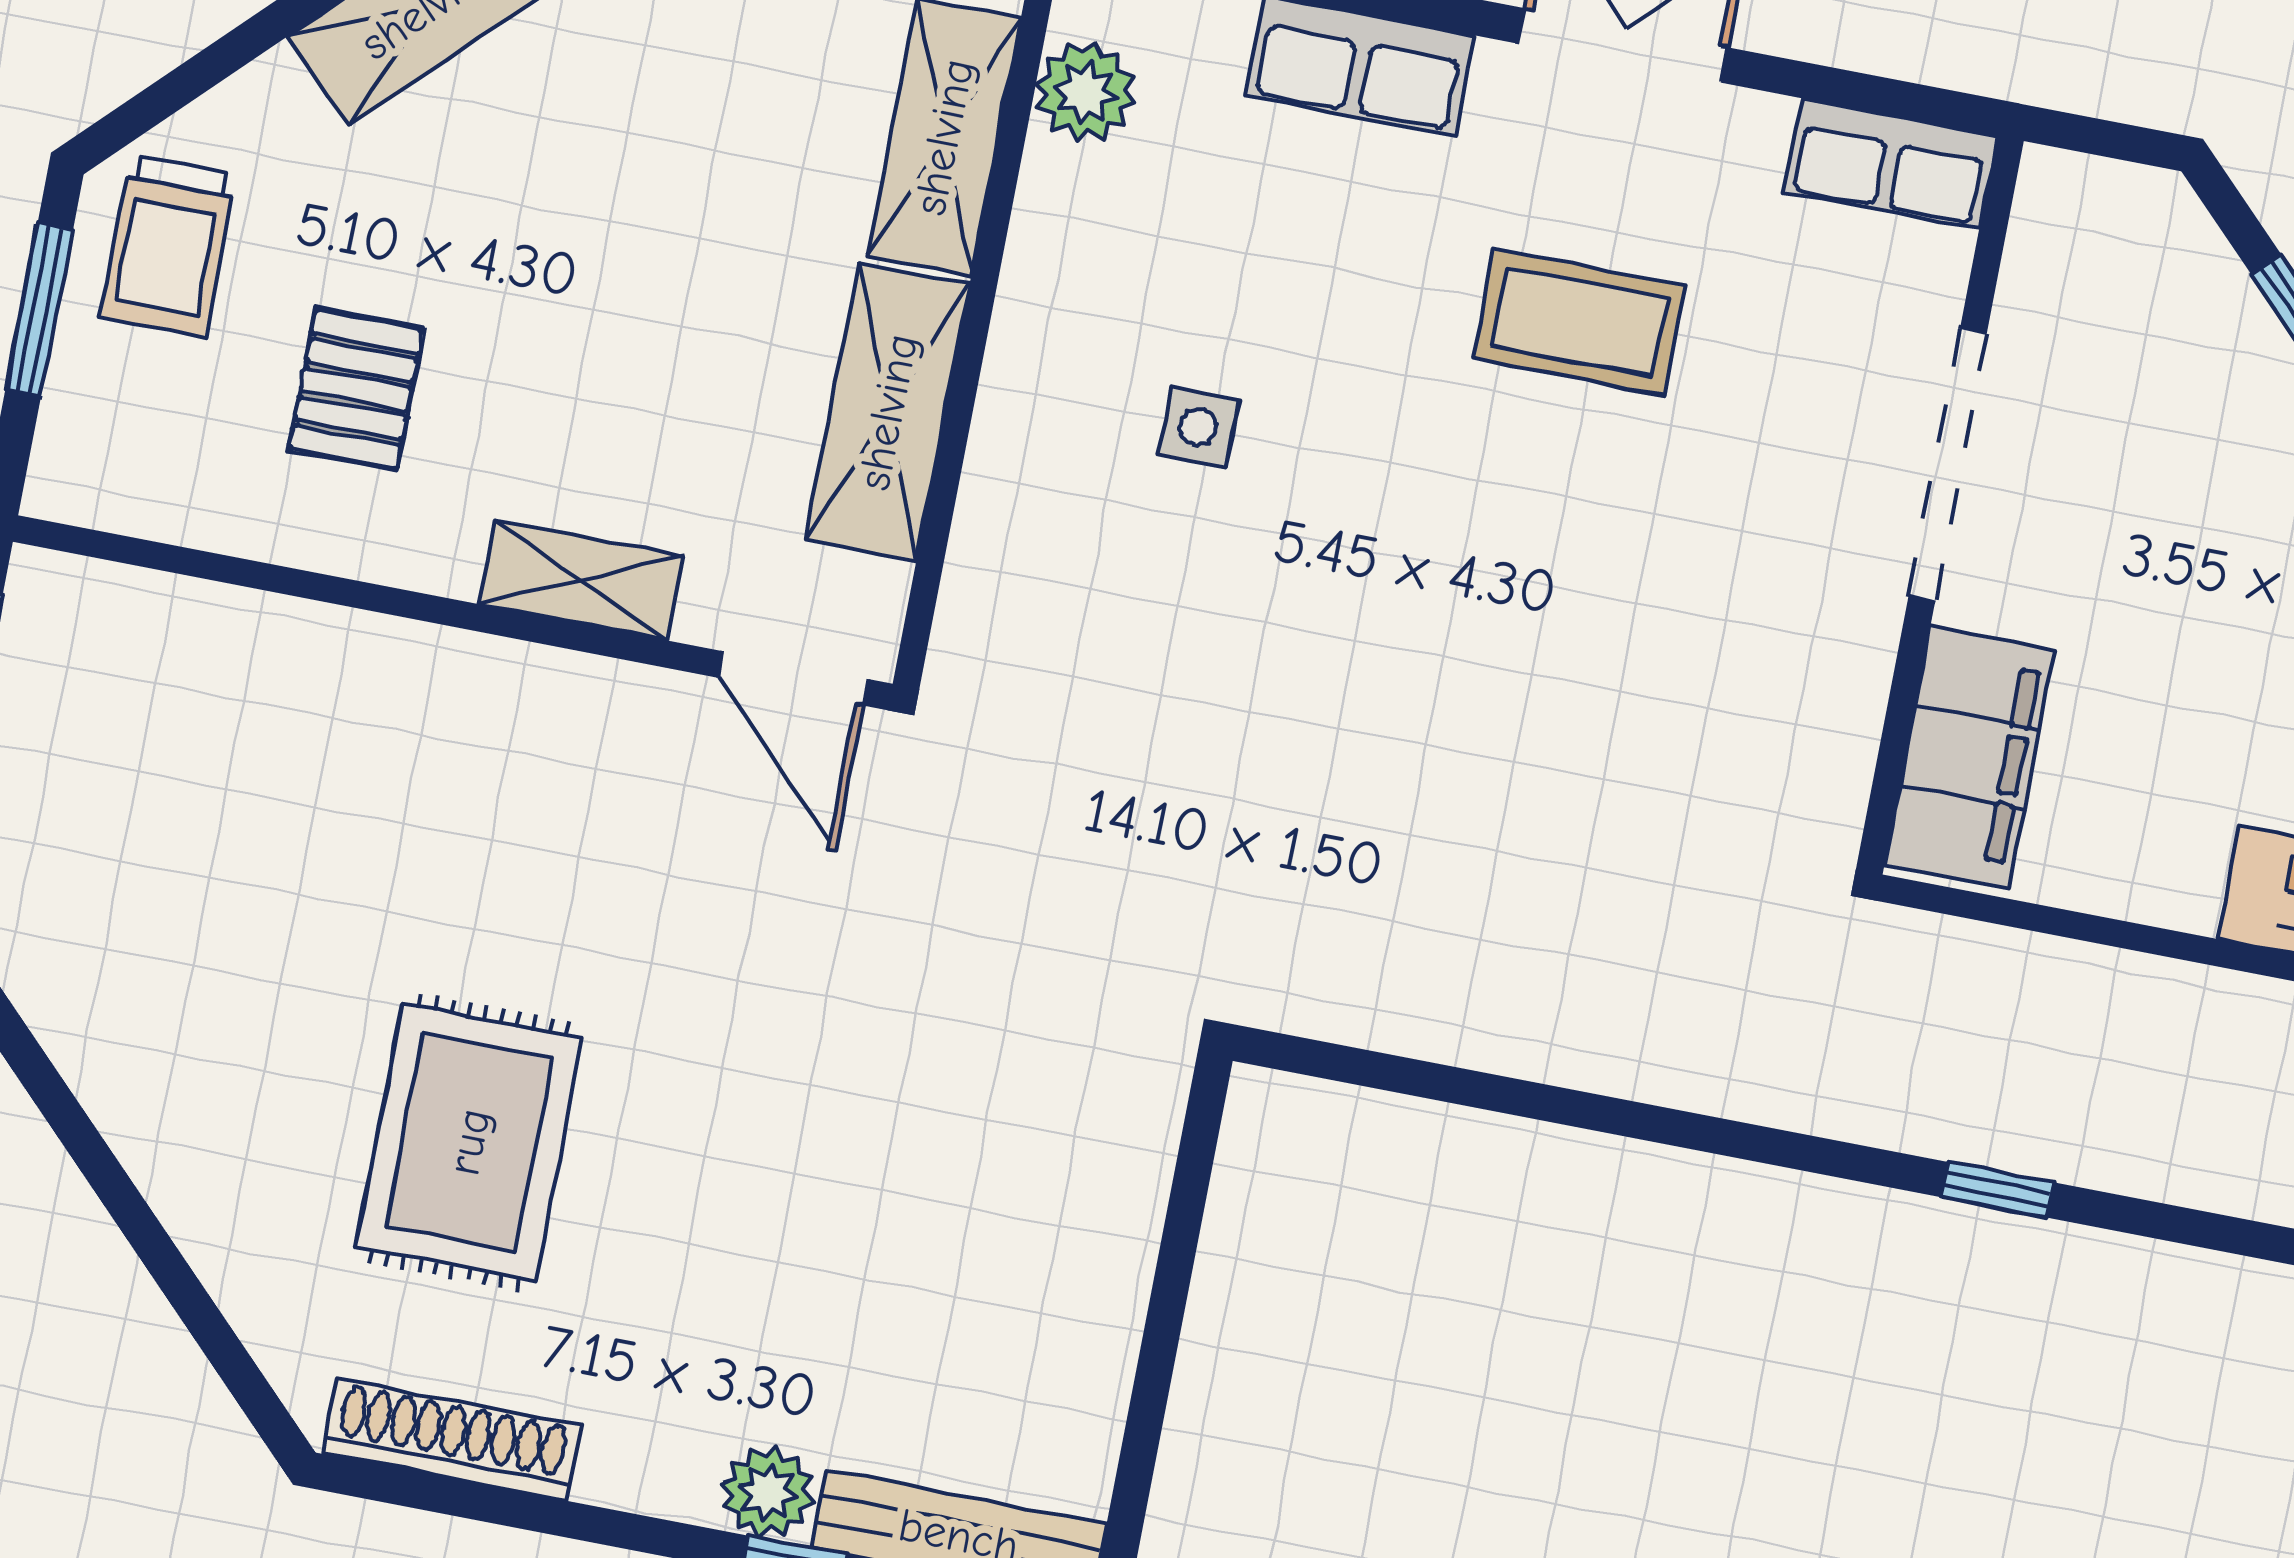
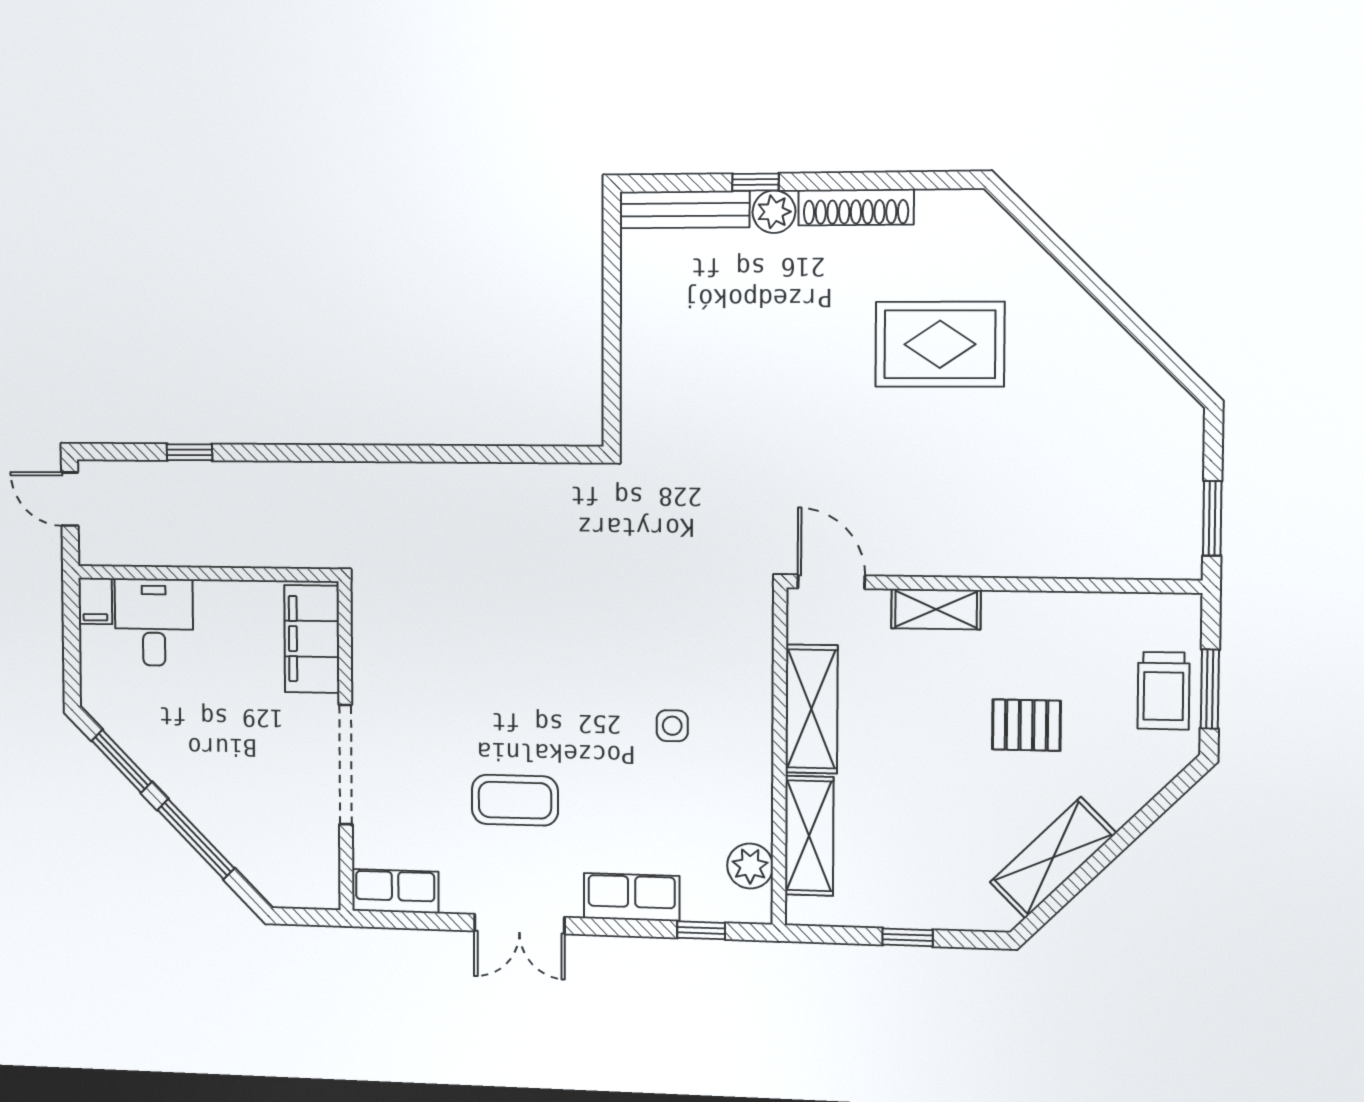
trolley: (169, 246) -> (1164, 691), moved, turned 180
pallet: (356, 389) -> (1026, 725), moved, turned 90
rug: (469, 1142) -> (940, 344), turned 90
window: (1997, 1190) -> (189, 452), moved
shoe rack: (452, 1440) -> (856, 207), moved

